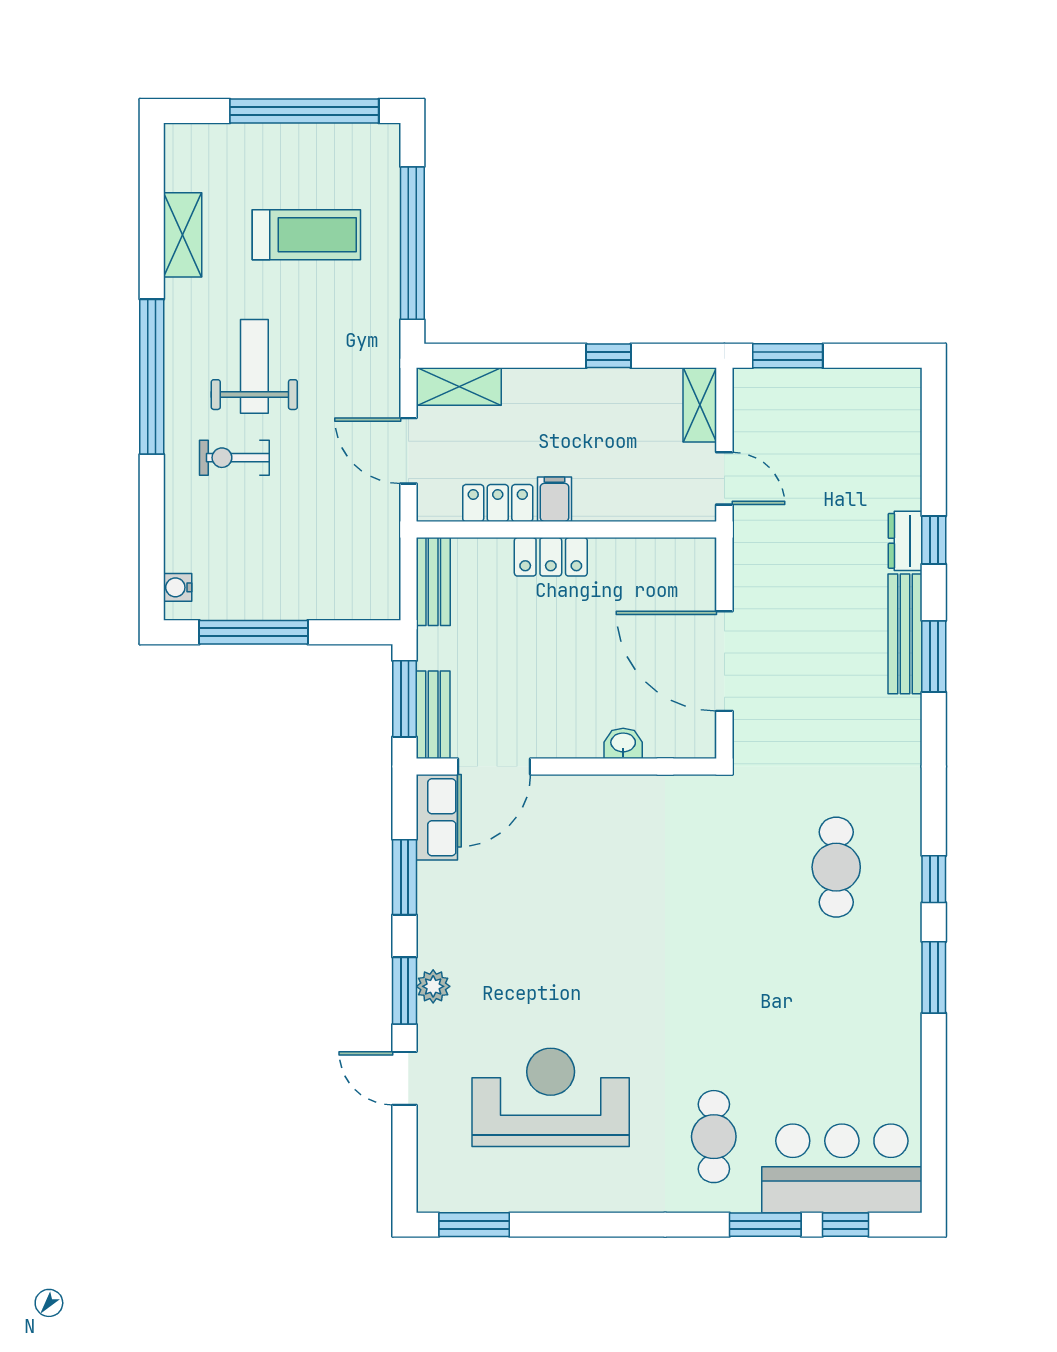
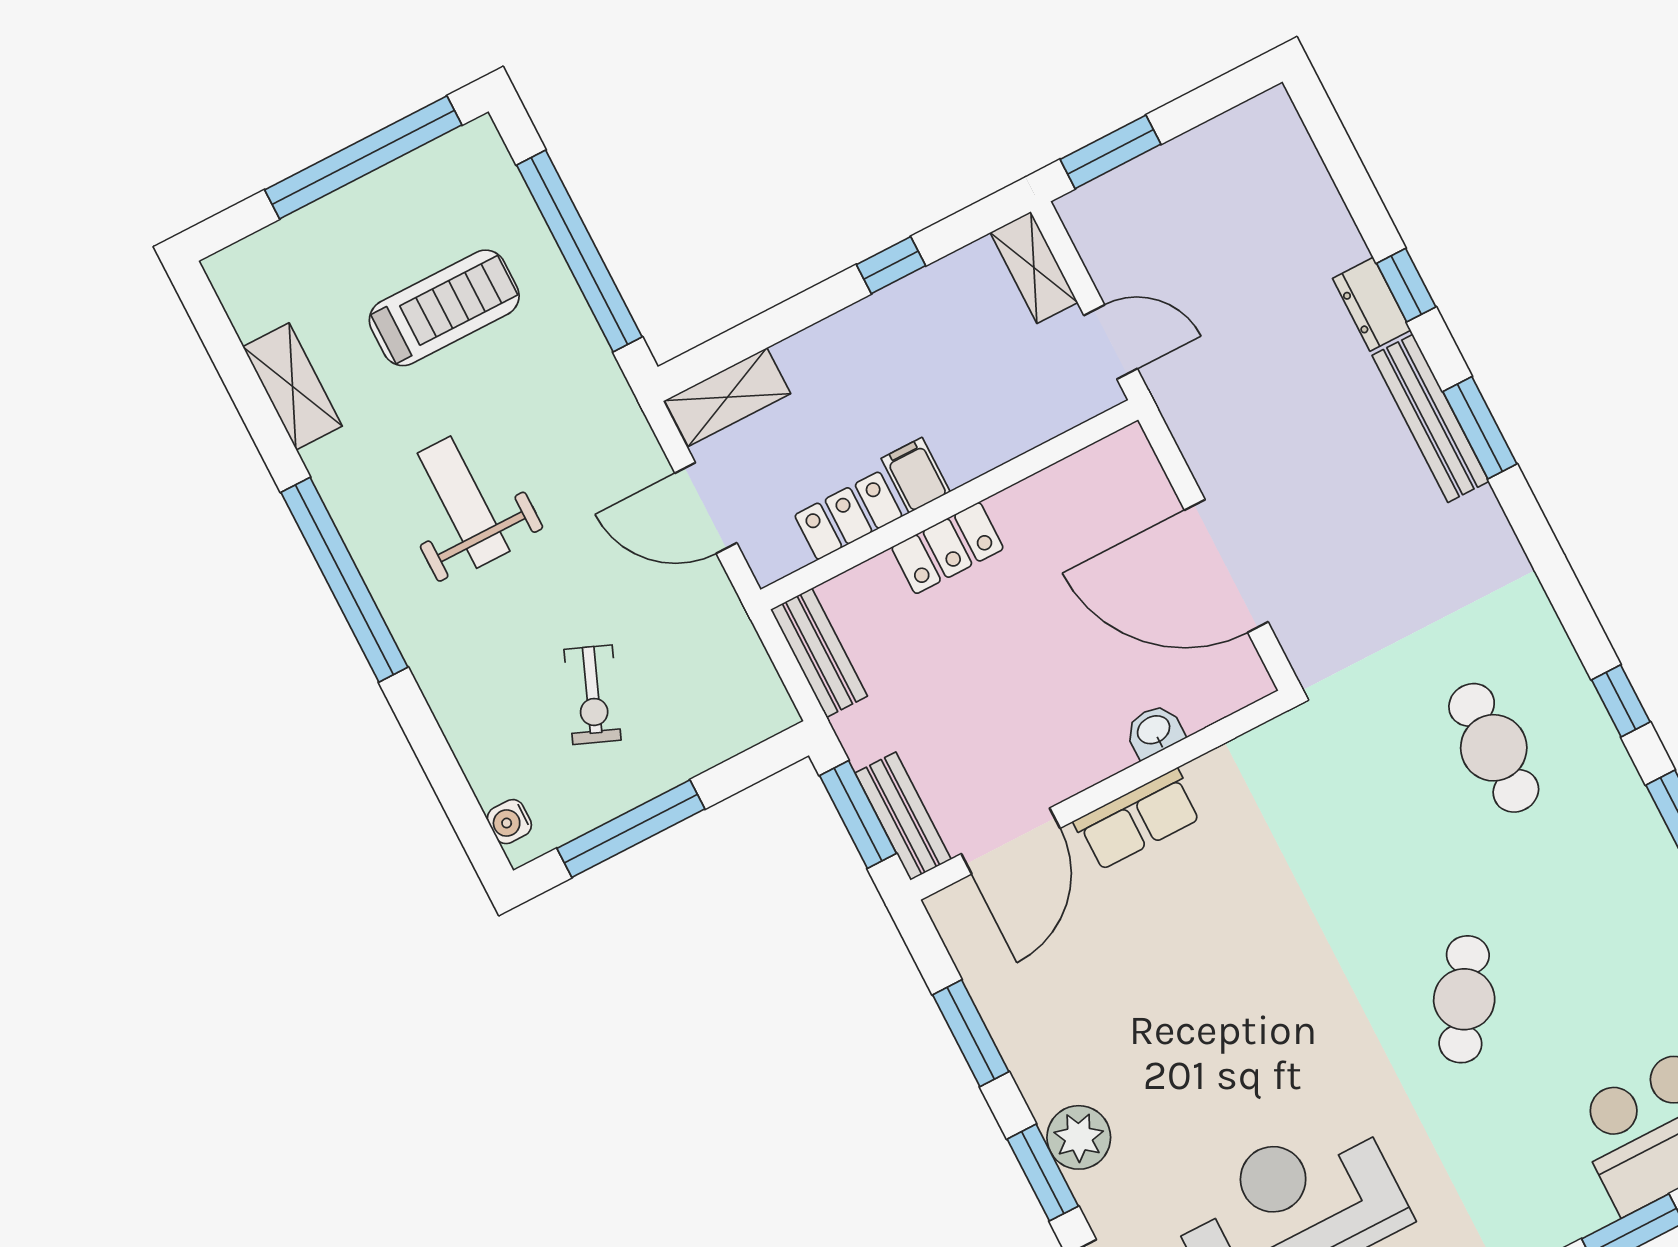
exercise bike: (234, 458) -> (593, 695), moved, turned -68
row of seats: (437, 817) -> (1138, 819), moved, turned 90
plant: (433, 986) -> (1079, 1137), width x1.38, depth x1.38
cafe table: (714, 1137) -> (1464, 999), moved, turned 32

